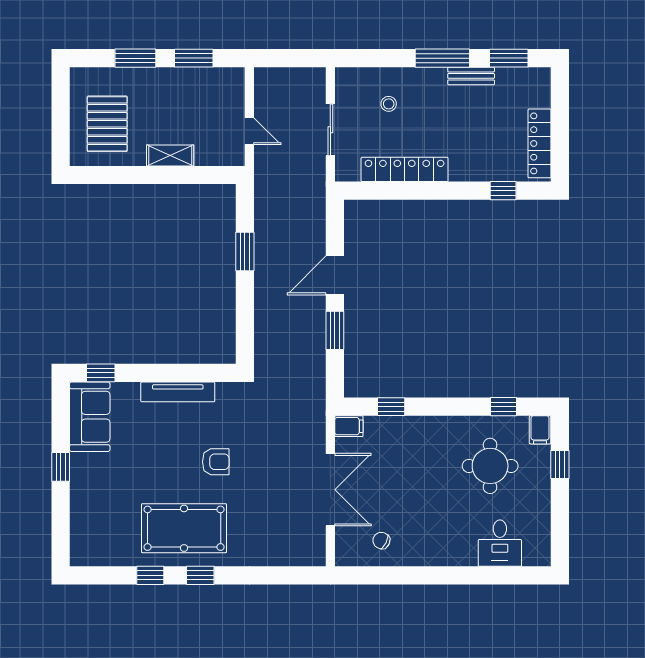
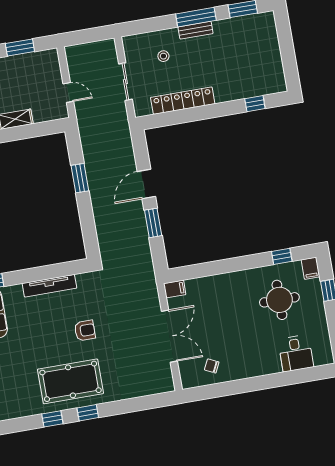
bench: (471, 76) -> (196, 30), moved
locker: (539, 143) -> (275, 66), removed
window: (391, 407) -> (202, 270), removed

